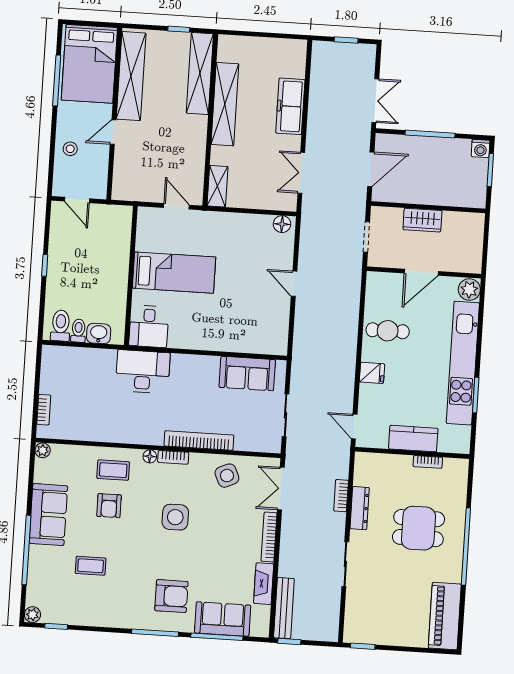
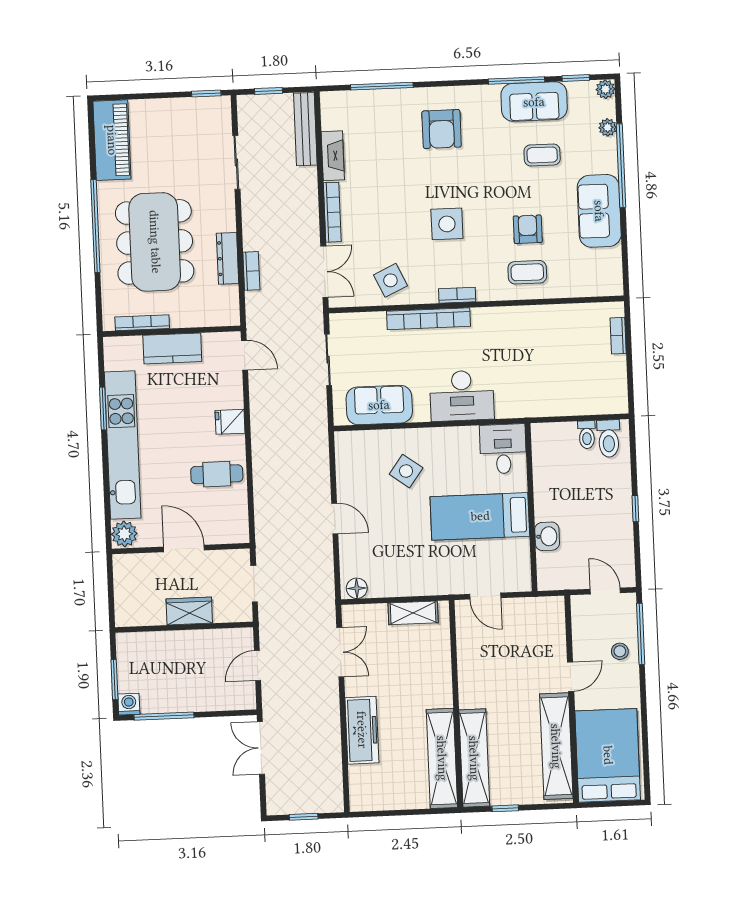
window: (57, 81) -> (641, 634), moved
shelving: (225, 104) -> (442, 758), moved
window: (430, 134) -> (164, 716), moved
door: (371, 169) -> (257, 665), width x0.73
shelving: (217, 186) -> (413, 613), moved, turned 90
door: (421, 272) -> (184, 548), hinge flipped
side table: (231, 317) -> (406, 471), added
washbasin: (99, 334) -> (547, 536), moved, turned -90
desk: (143, 372) -> (462, 396), moved
plant: (43, 450) -> (608, 127), moved
floor lamp: (150, 456) -> (485, 293), removed
bookcase: (428, 462) -> (142, 323), width x1.56
dining table: (418, 528) -> (155, 242), width x1.88, depth x1.24
sliding door: (345, 564) -> (236, 162), moved
armchair: (171, 596) -> (442, 129), turned -90
sofa: (223, 619) -> (534, 102), moved
window: (155, 633) -> (517, 81), moved
window: (289, 641) -> (269, 91), moved

